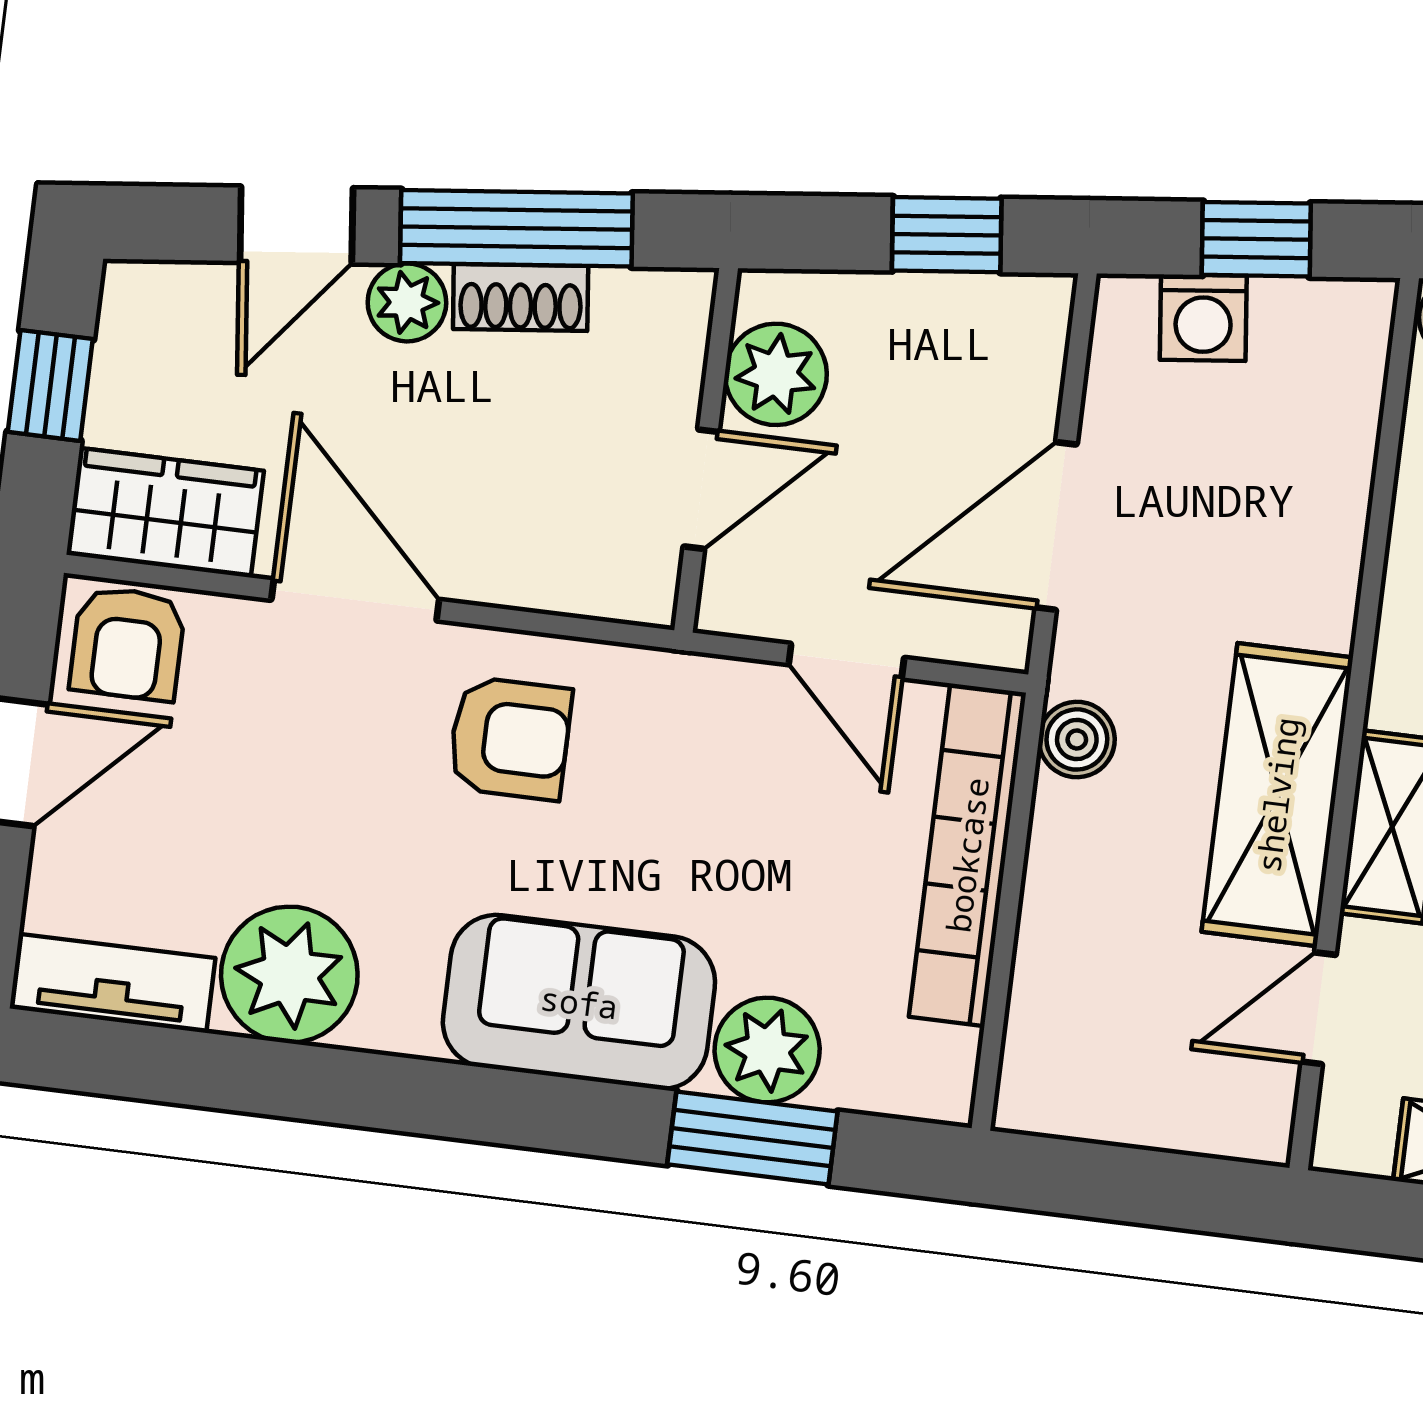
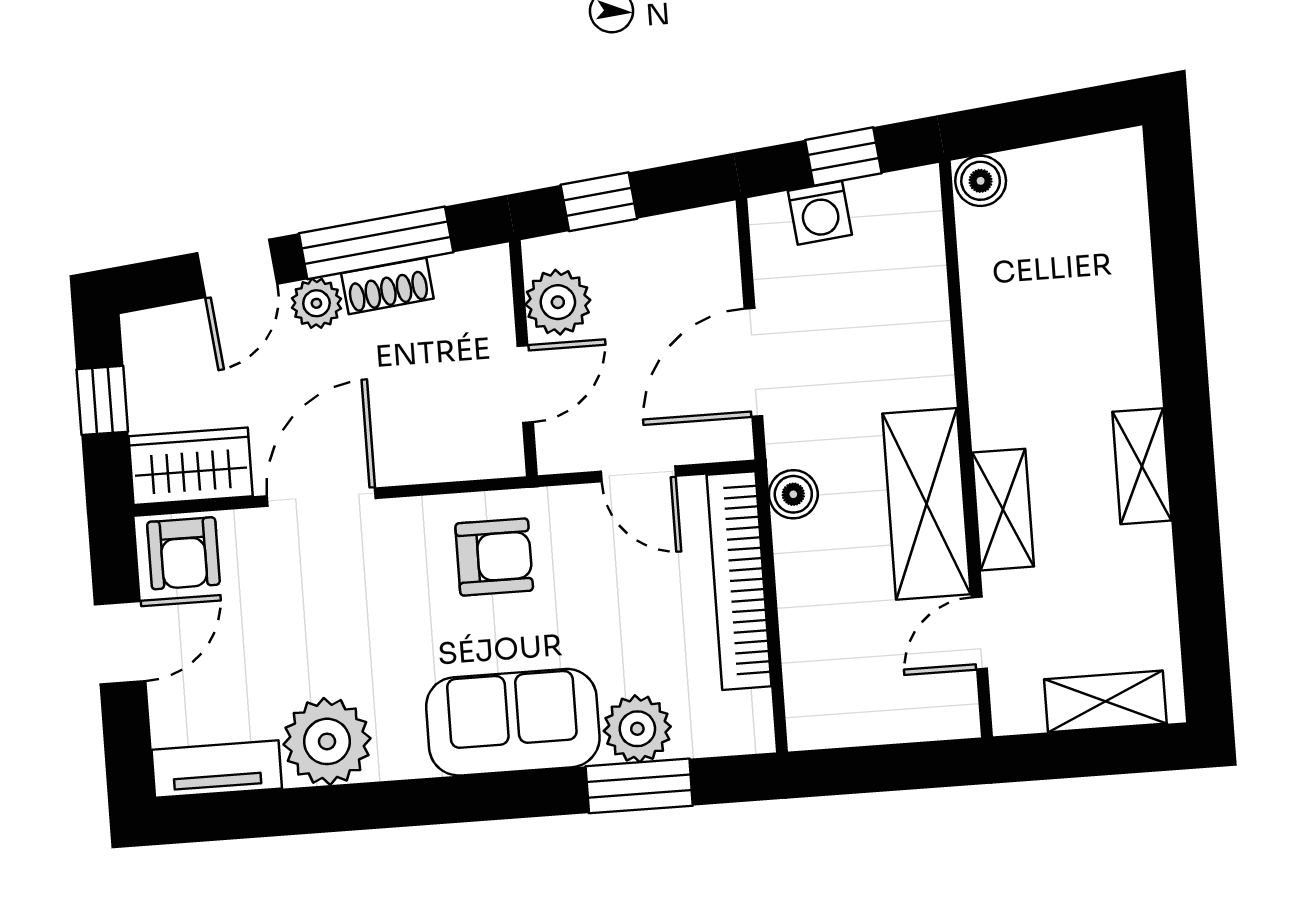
window: (947, 235) -> (599, 202), moved
door: (355, 600) -> (321, 497), hinge flipped
armchair: (510, 738) -> (494, 557), moved

